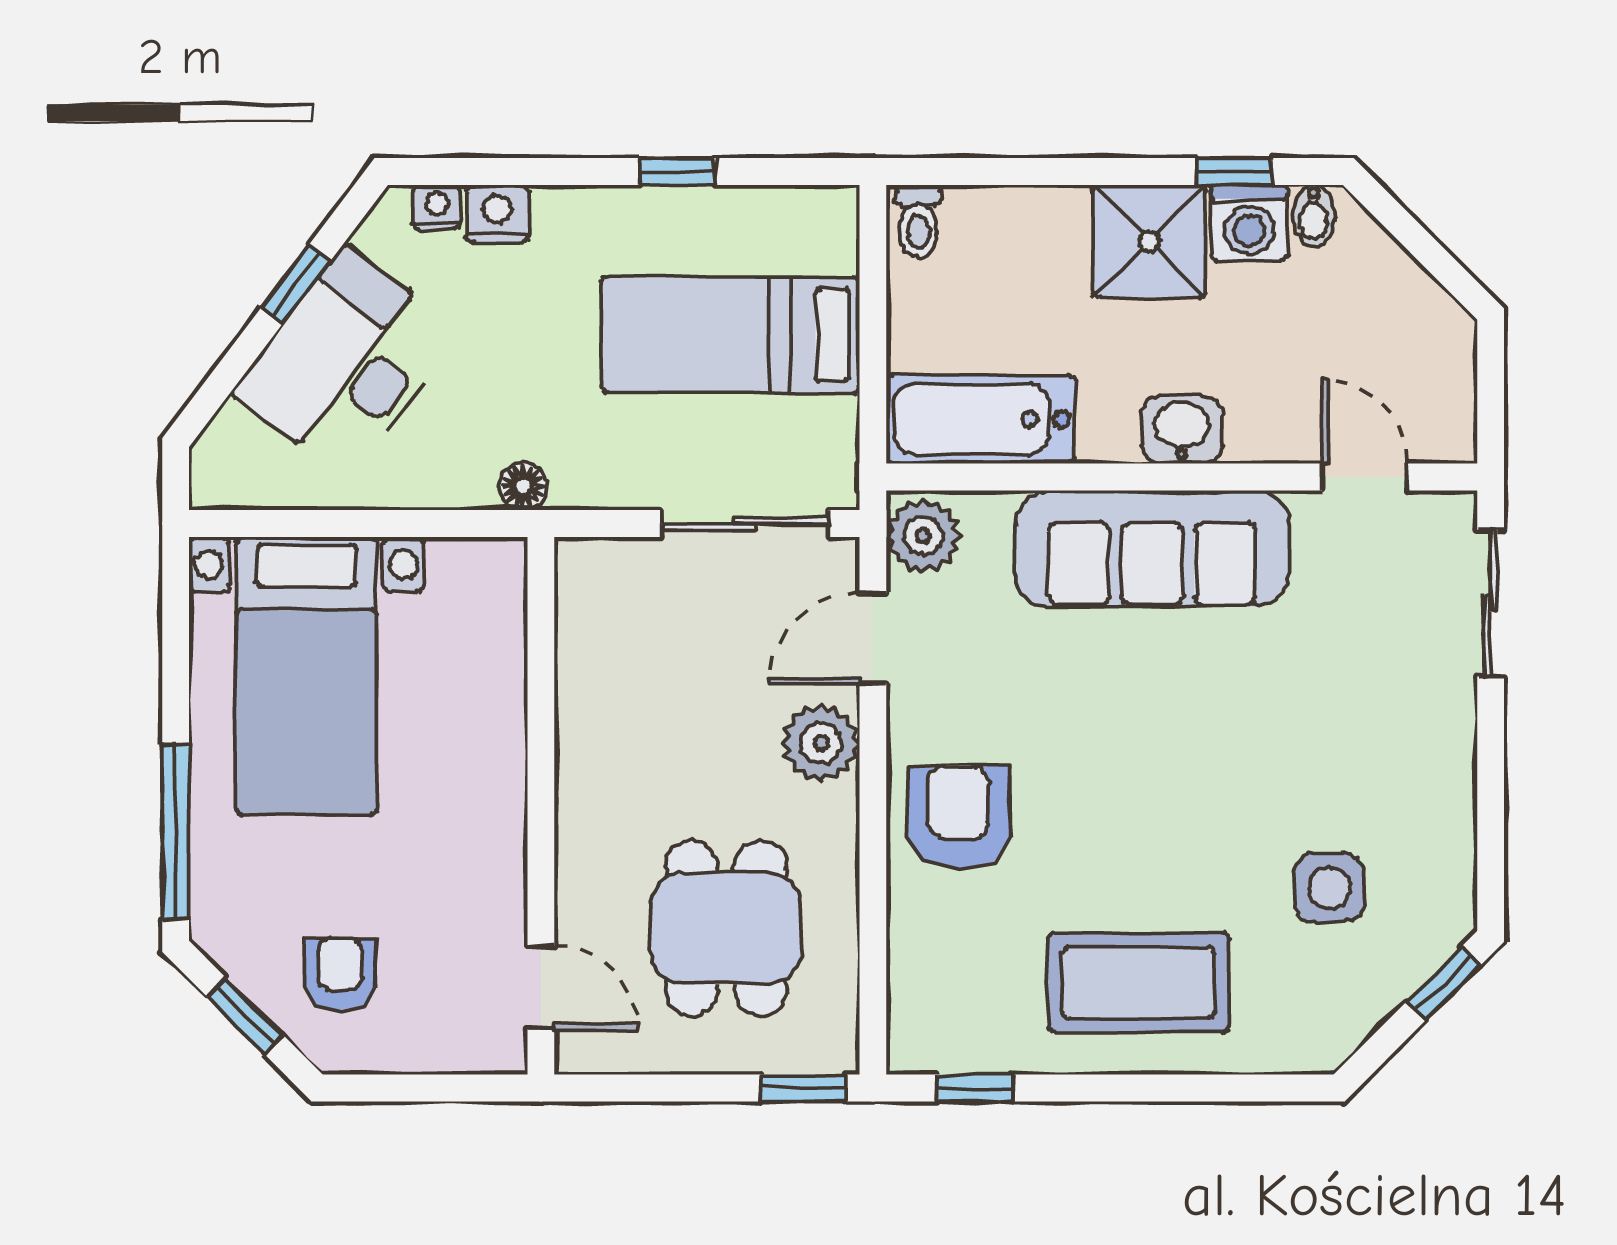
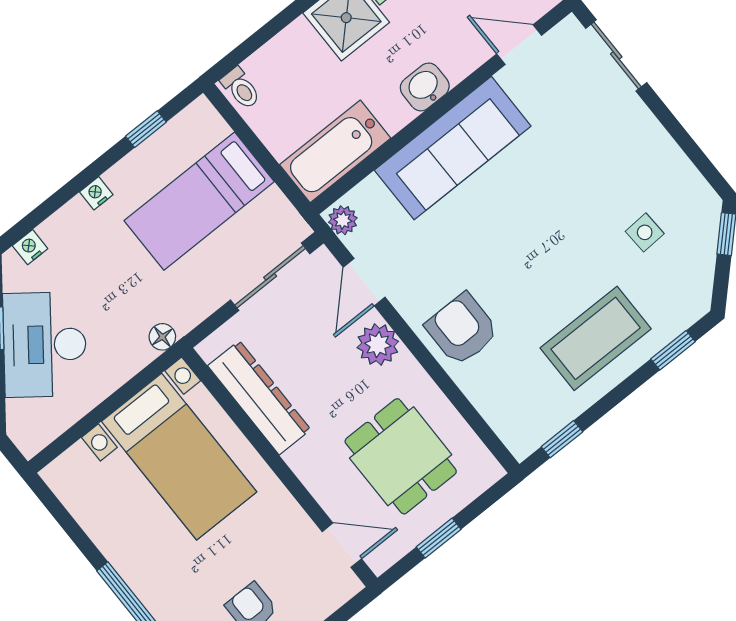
window: (677, 172) -> (146, 129), moved
nightstand: (497, 214) -> (96, 193), moved, width x0.72, depth x0.74
plant: (923, 536) -> (343, 220), width x0.73, depth x0.73
bed with nightstands: (306, 676) -> (179, 457), moved
dresser: (591, 683) -> (259, 398), added
side table: (1329, 888) -> (645, 232), width x0.73, depth x0.73
window: (804, 1088) -> (439, 538), moved
window: (1235, 1088) -> (673, 350), added

